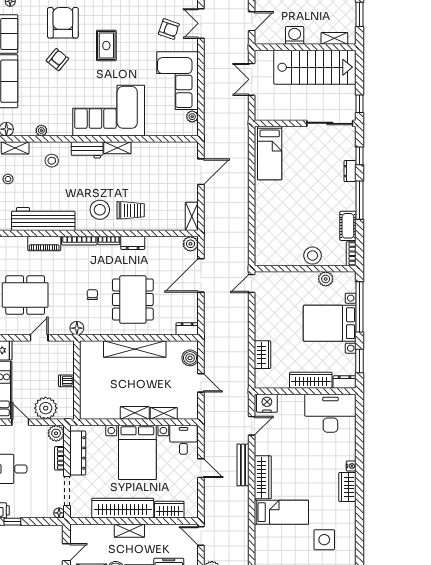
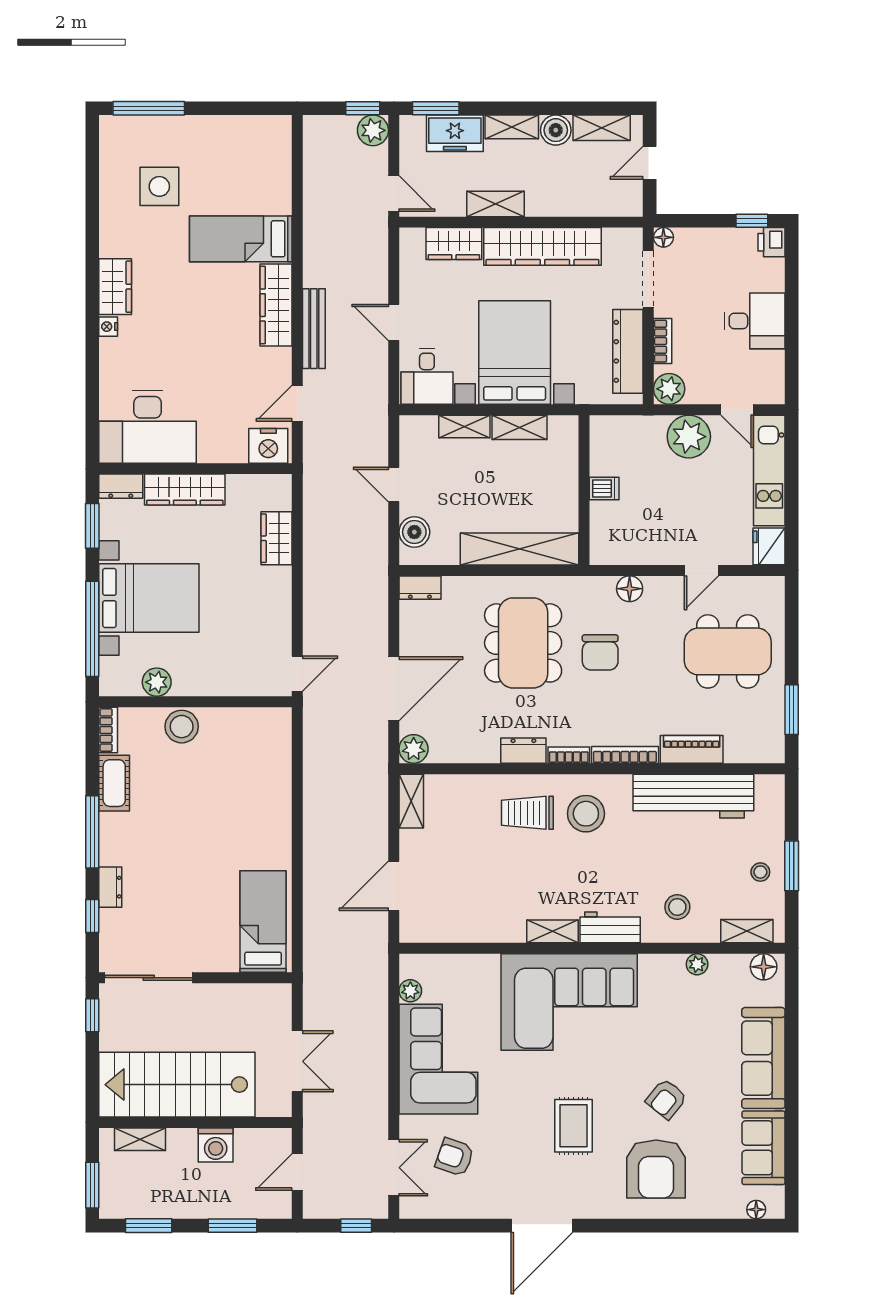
chair: (92, 295) -> (600, 652), width x1.87, depth x1.87
wall: (77, 380) -> (584, 490), moved
dishwasher: (66, 381) -> (604, 489), moved
shelving: (129, 531) -> (495, 204), moved

